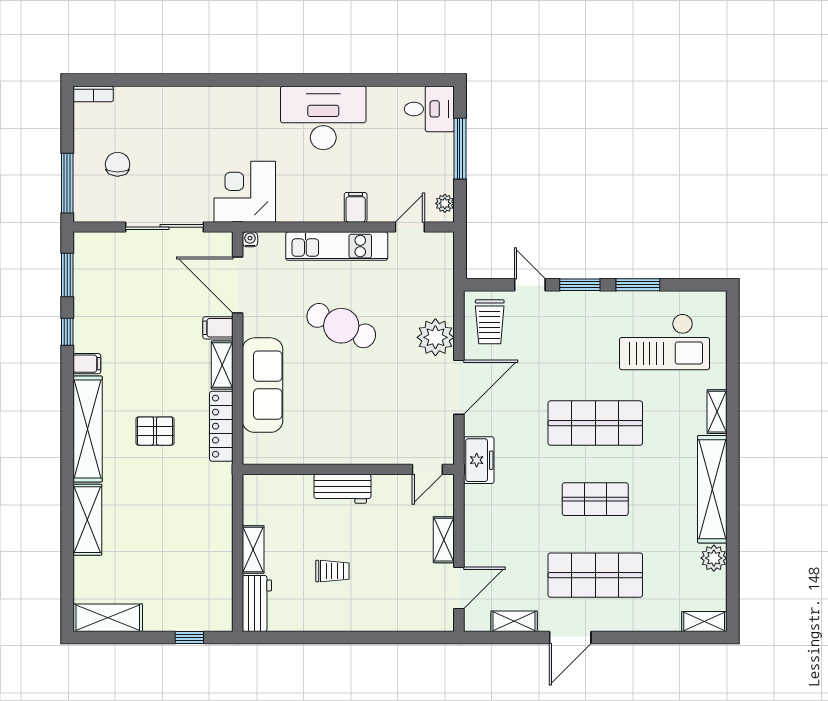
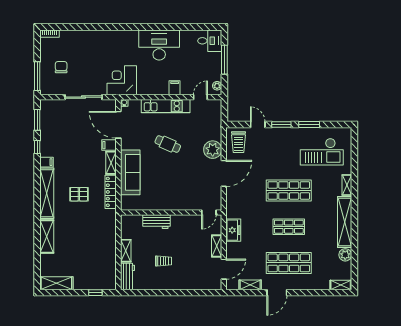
cafe table: (341, 326) -> (168, 144), width x0.73, depth x0.74
freezer: (479, 460) -> (233, 230), moved
workbench: (342, 489) -> (157, 222), moved

